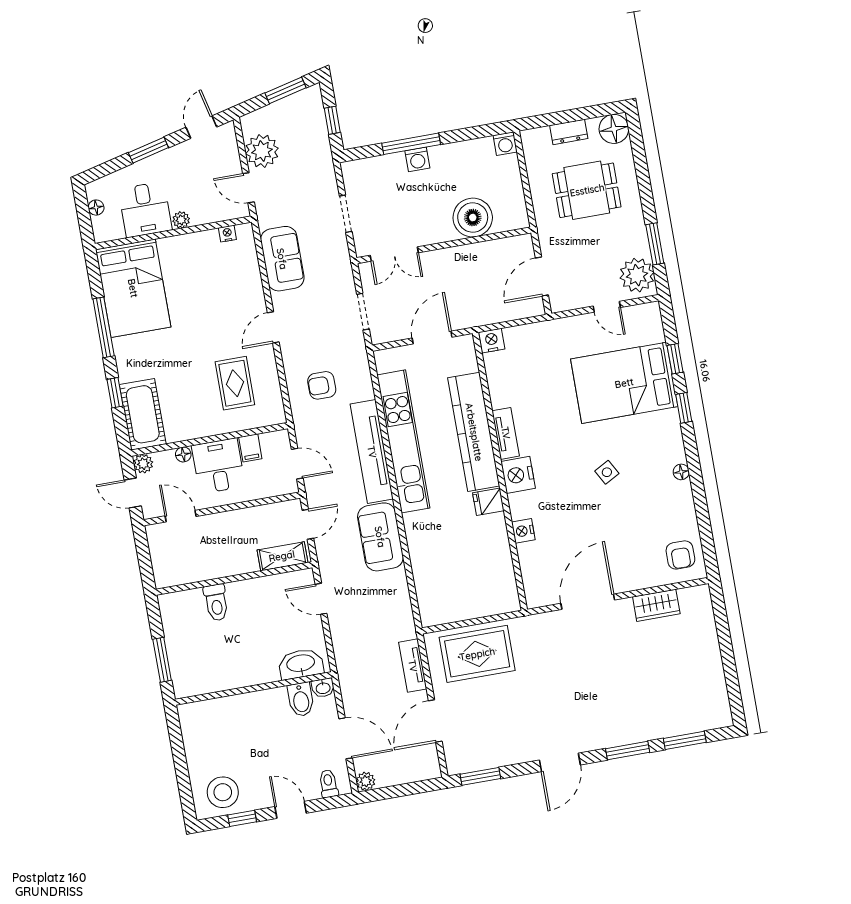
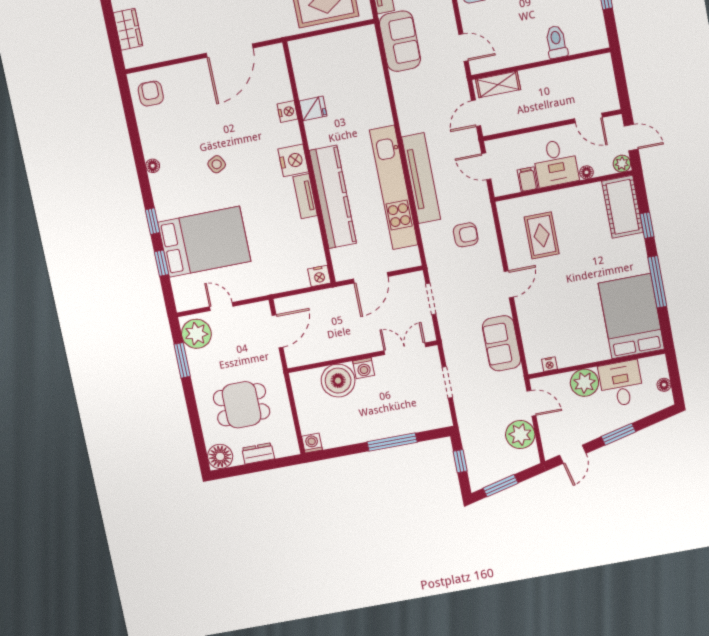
washing machine: (417, 159) -> (364, 368), moved, turned 180
plant: (181, 220) -> (584, 383), width x1.87, depth x1.87
fridge: (488, 502) -> (313, 108), moved
sofa: (380, 537) -> (400, 41), moved
wardrobe: (656, 605) -> (128, 29), moved, turned 90

